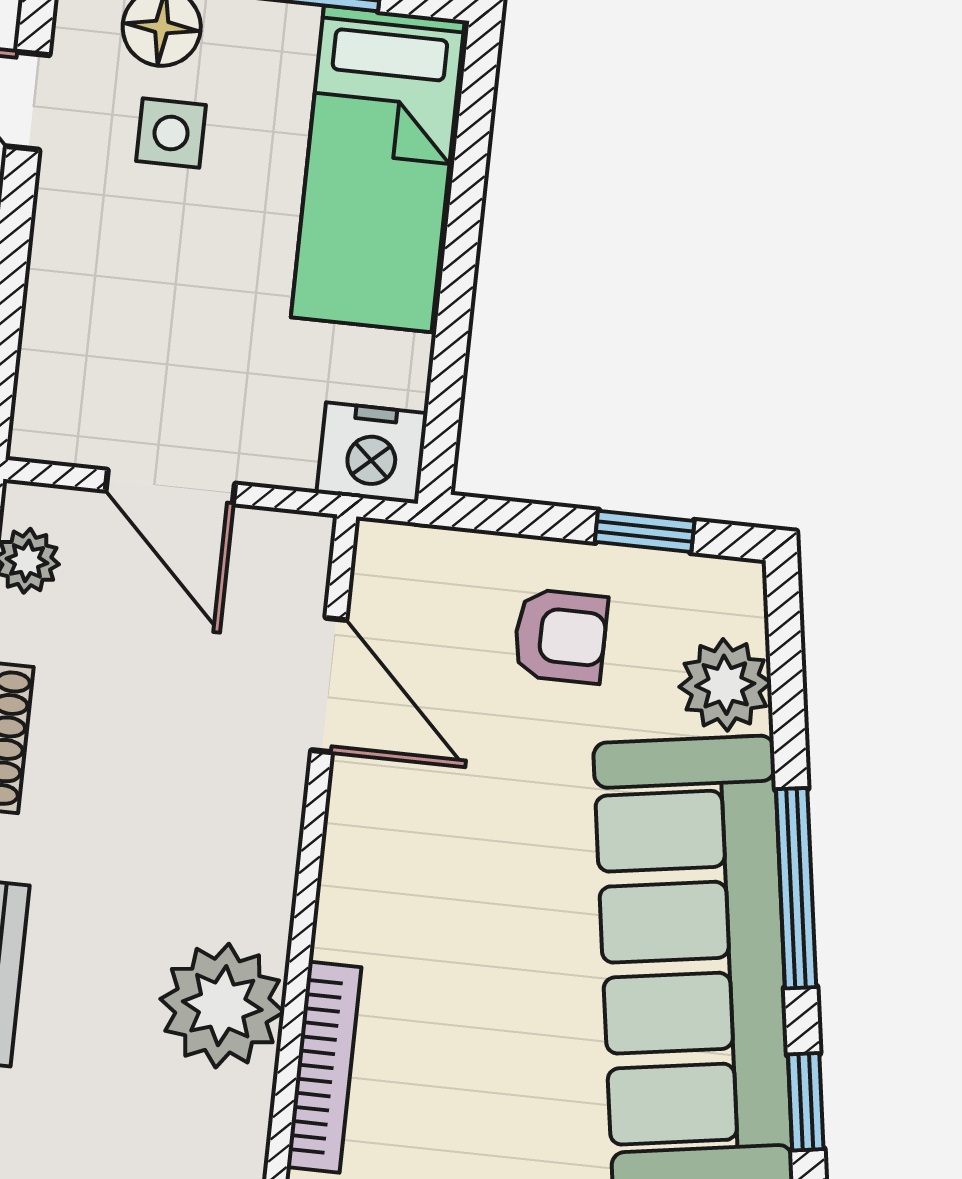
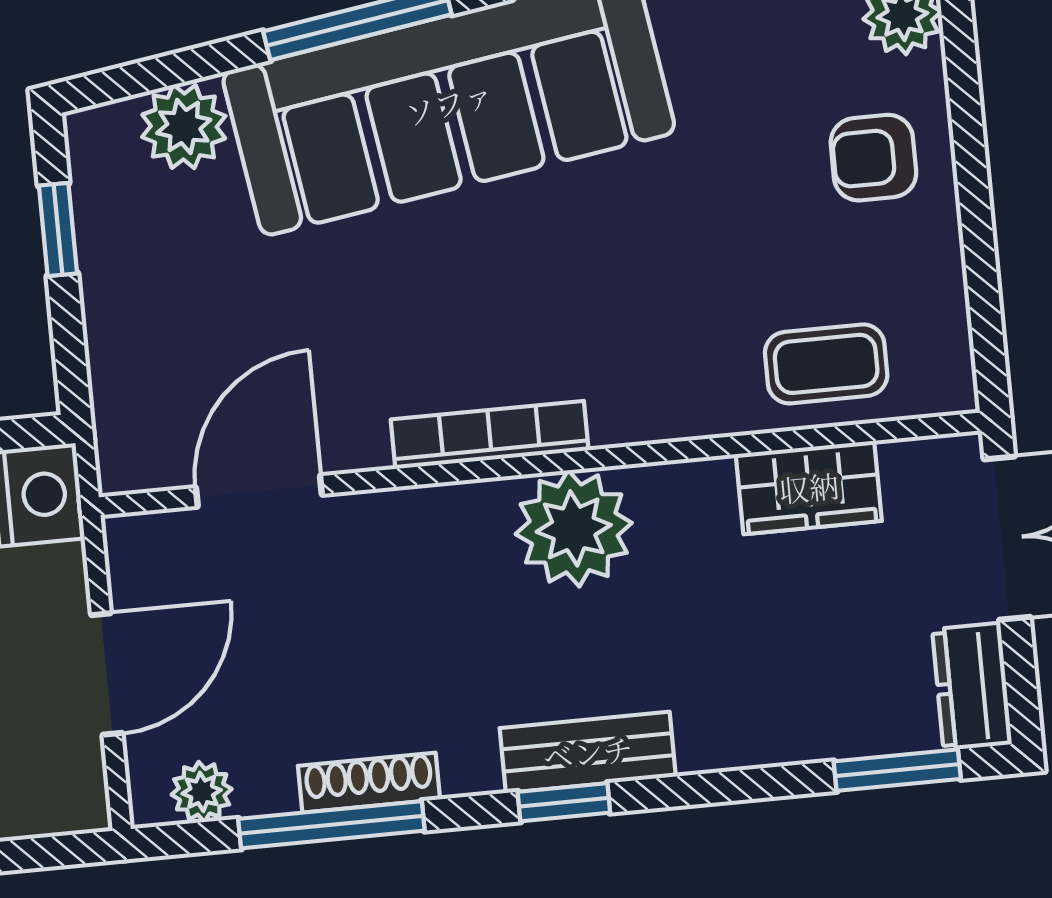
armchair: (560, 636) -> (170, 287), removed
bookcase: (324, 1067) -> (490, 435), moved

